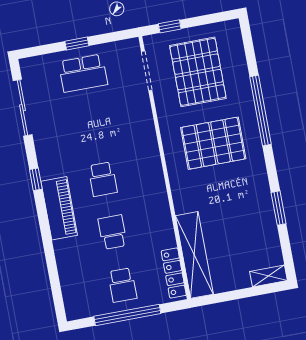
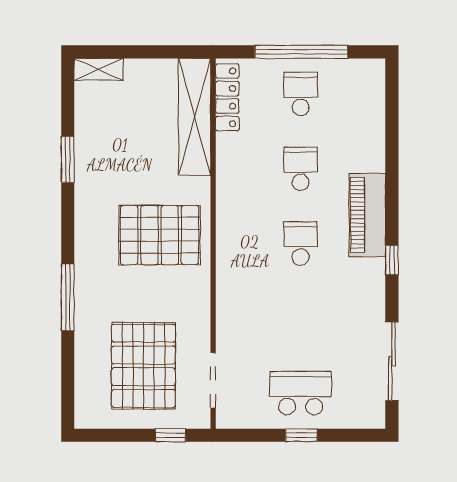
window: (260, 110) -> (68, 297), width x0.68
pallet: (213, 143) -> (160, 235), moved
school desk: (112, 232) -> (301, 169), turned 180

